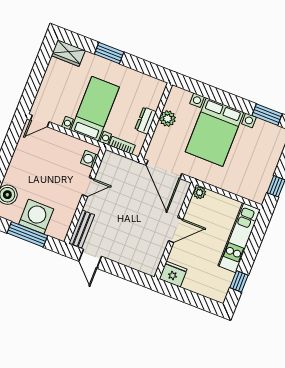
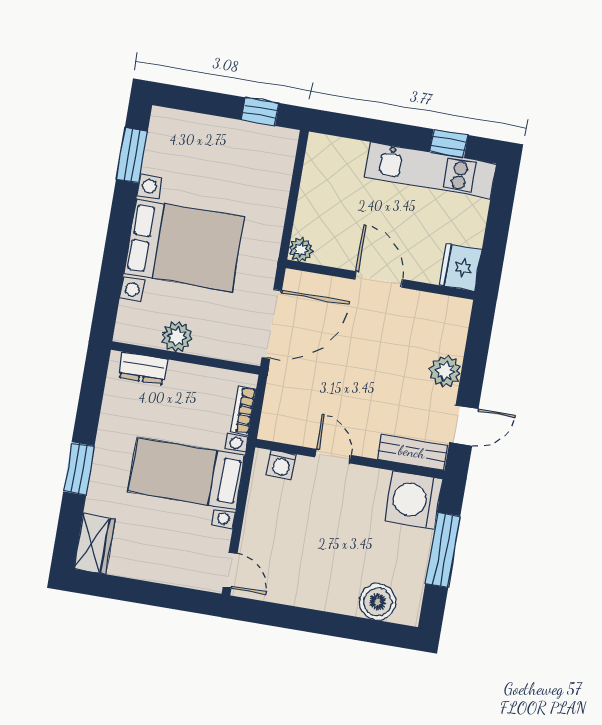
dresser: (146, 121) -> (143, 368), moved
washing machine: (36, 217) -> (414, 500), moved
kitchen unit: (239, 238) -> (431, 170), moved
plant: (120, 255) -> (445, 371), added

